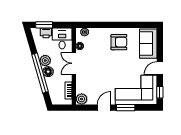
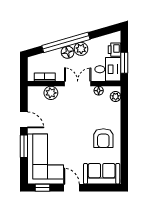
window: (44, 25) -> (124, 63), moved
plant: (82, 99) -> (51, 93), moved

